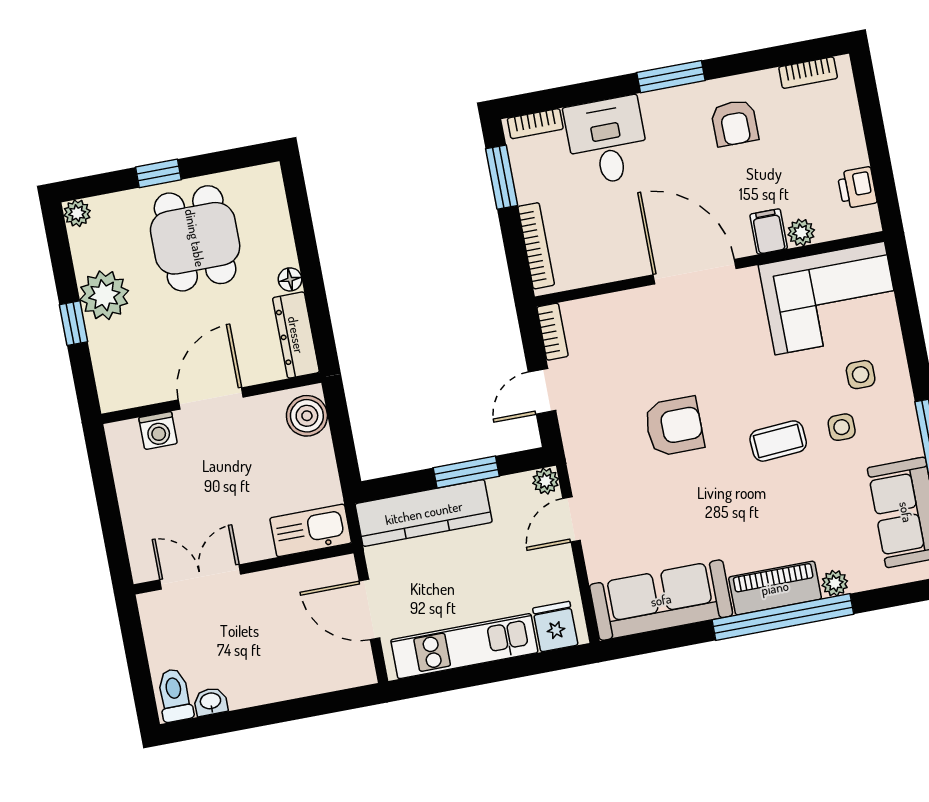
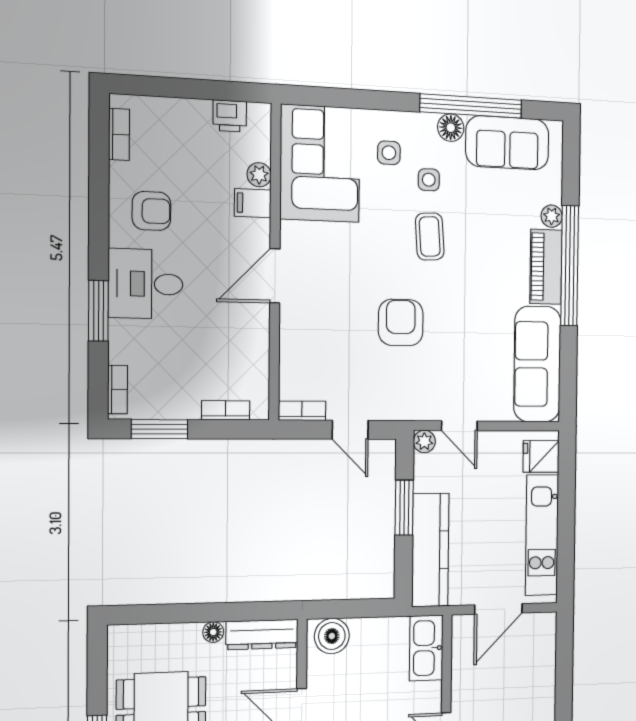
window: (671, 77) -> (98, 311), moved
desk: (607, 141) -> (146, 284), moved
bookcase: (536, 246) -> (226, 410), width x0.64
door: (695, 272) -> (275, 276), width x0.73
floor lamp: (906, 441) -> (451, 128), added

